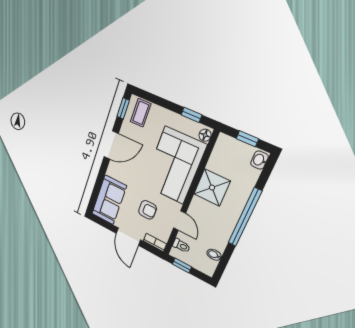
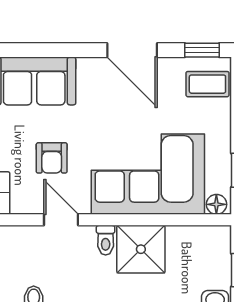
door: (180, 221) -> (61, 220), swing flipped
toilet: (181, 246) -> (106, 240), moved

